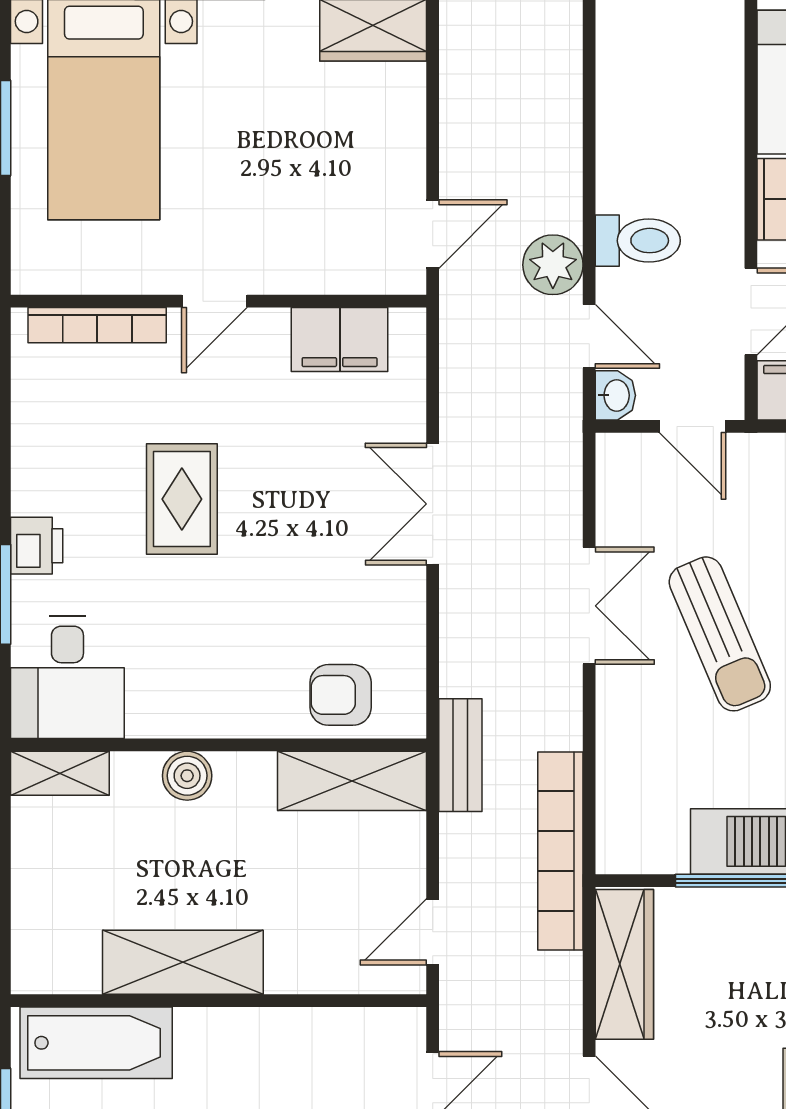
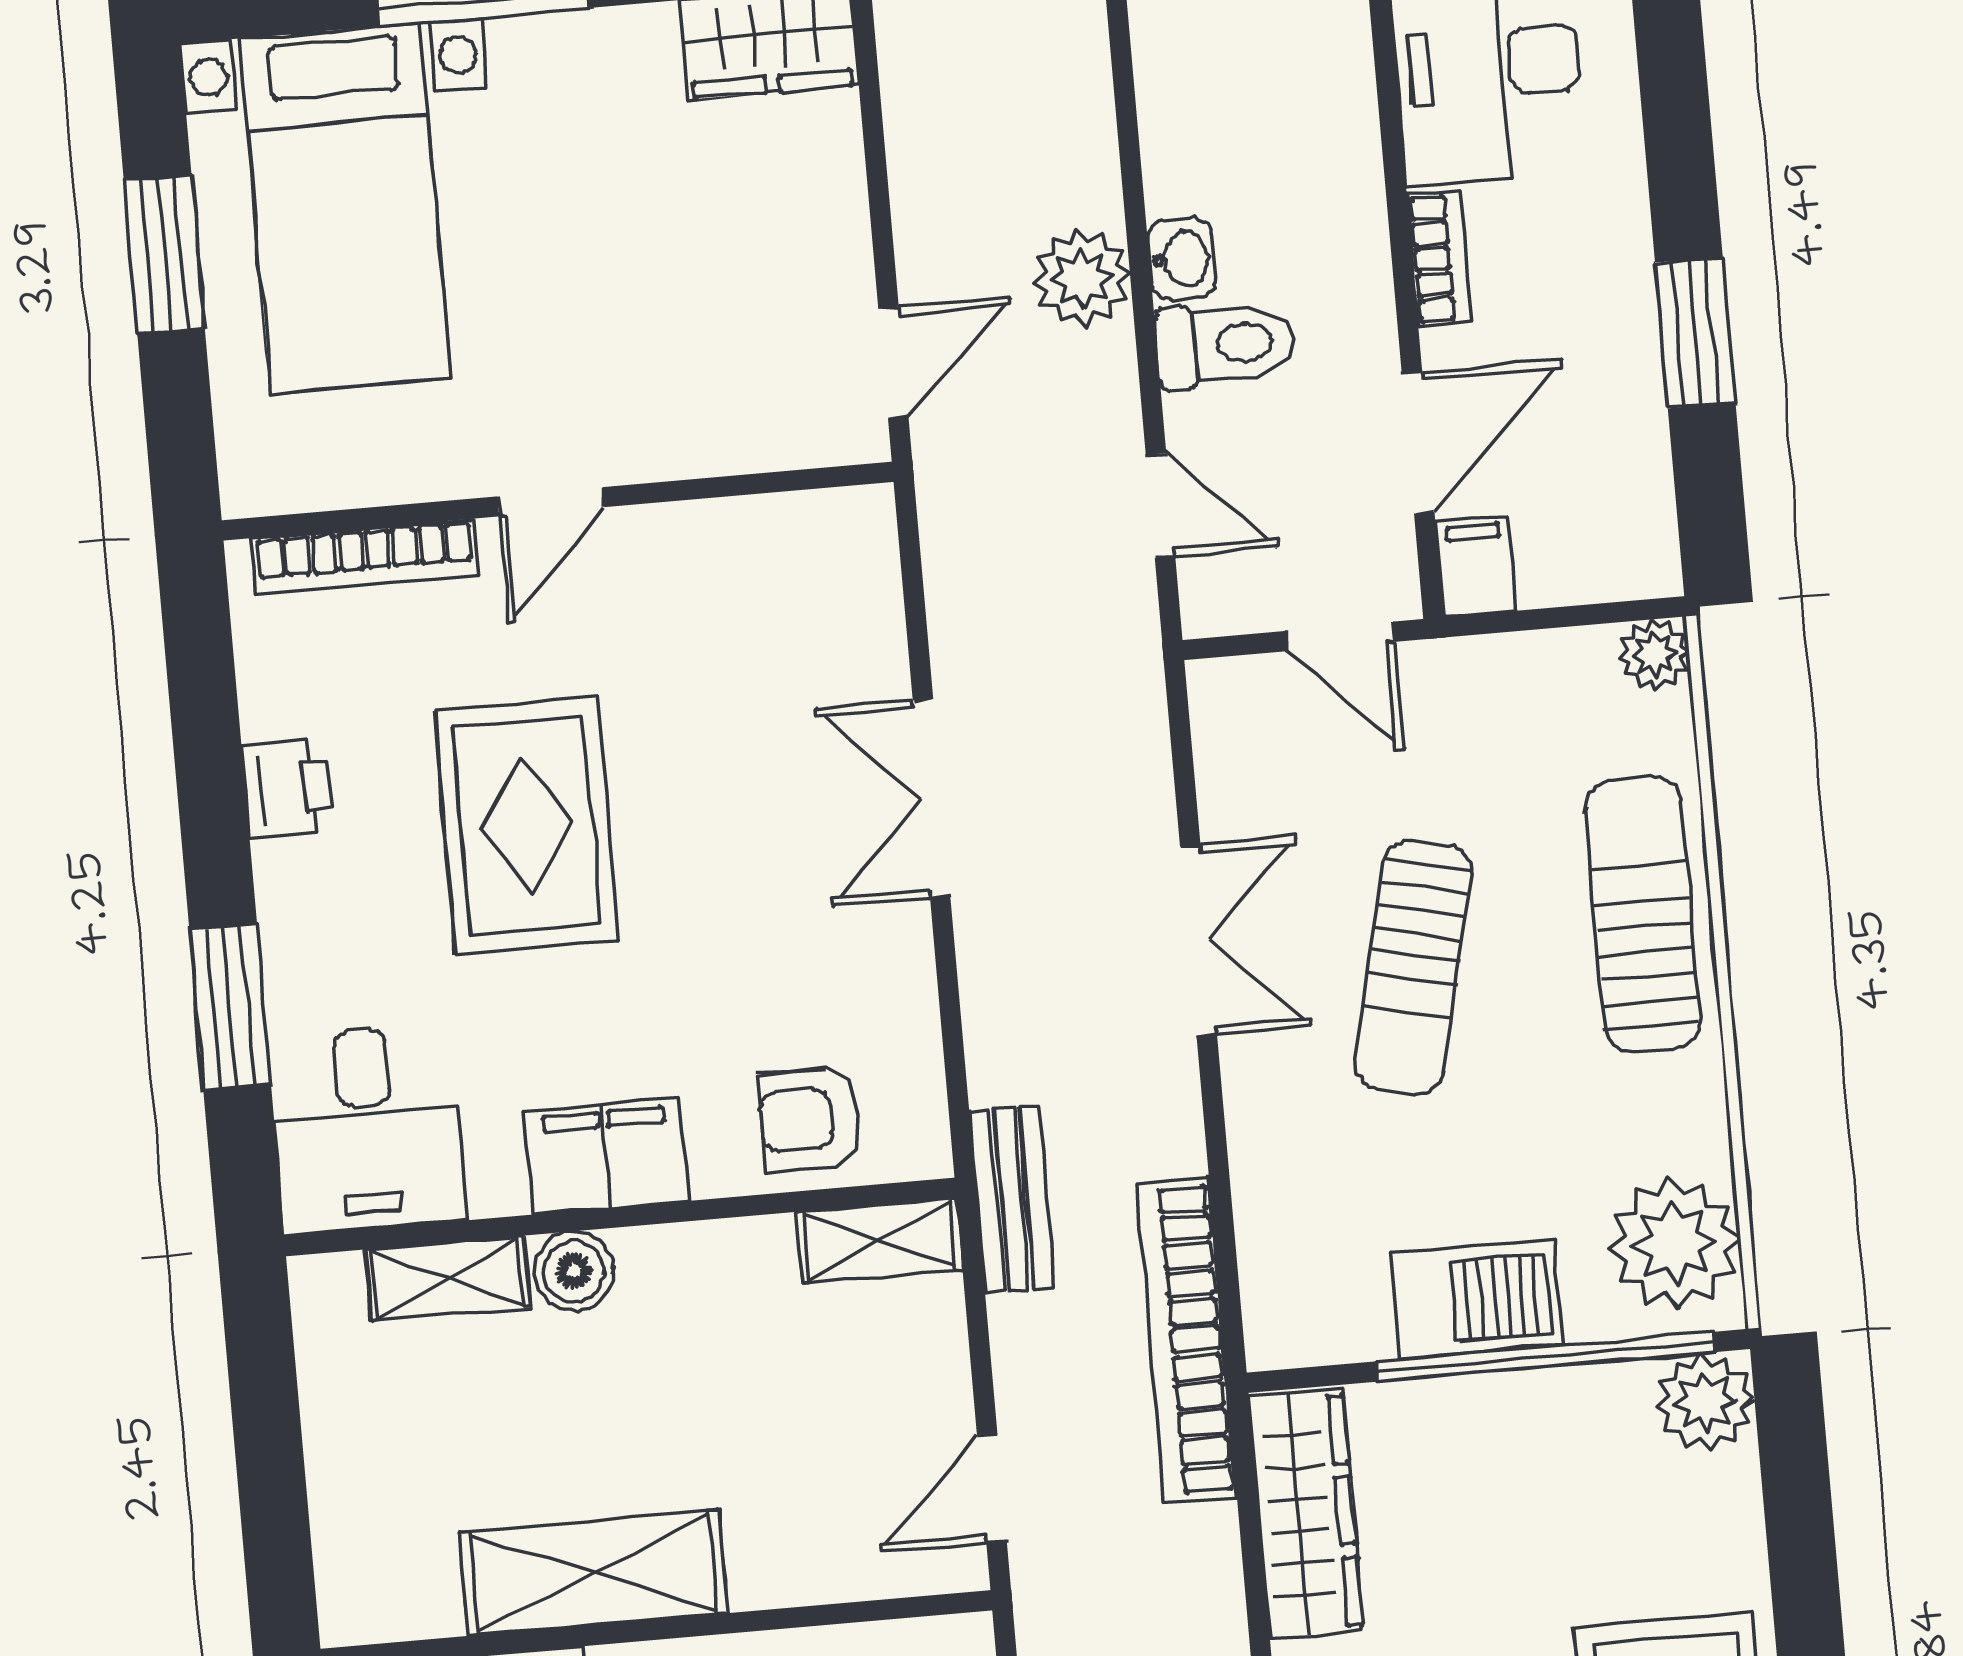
plant: (553, 265) -> (1082, 278), moved
filing cabinet: (340, 340) -> (606, 1156), moved, turned 180
washbasin: (615, 395) -> (1182, 259), moved
rug: (182, 499) -> (526, 826), width x1.36, depth x1.43
printer: (37, 546) -> (287, 788), moved
sun lounger: (720, 634) -> (1413, 967), turned 36
shelving: (60, 773) -> (448, 1278), moved
shelving: (352, 781) -> (879, 1241), width x0.67, depth x0.75

